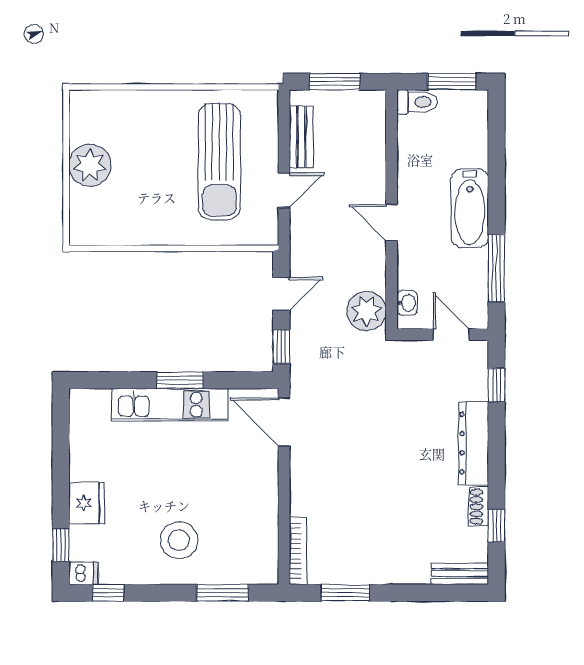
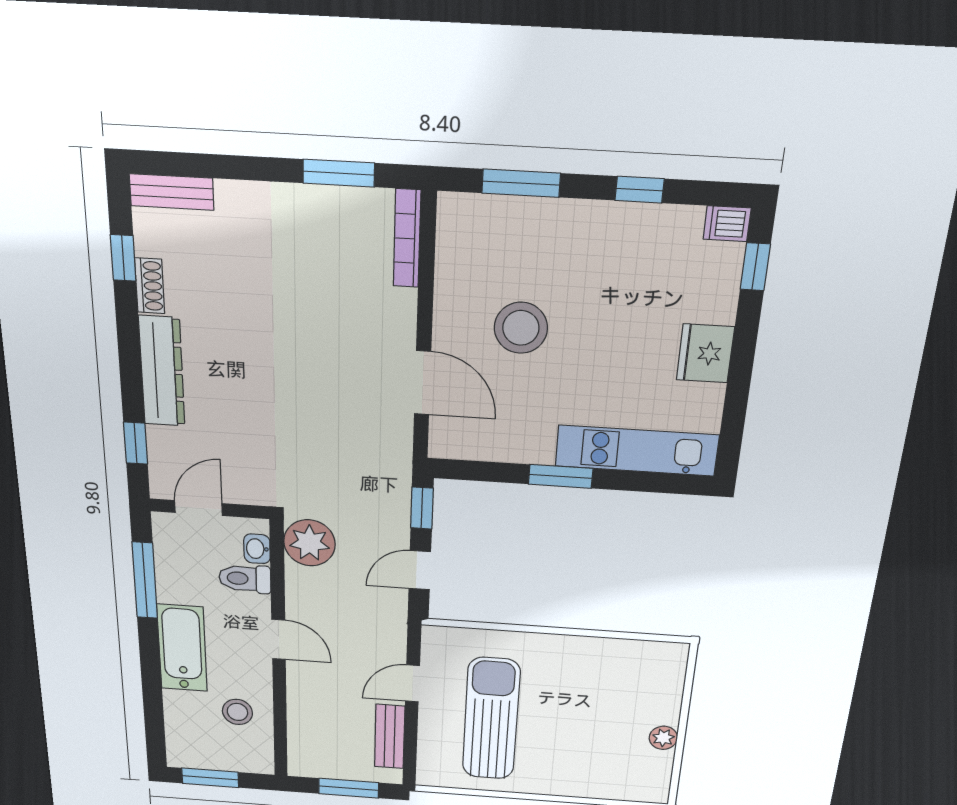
toilet: (417, 102) -> (245, 579), moved
stool: (427, 150) -> (237, 712), added
plant: (90, 165) -> (663, 738), width x0.53, depth x0.53
door: (451, 334) -> (198, 508), swing flipped
kitchen unit: (170, 405) -> (637, 451), moved
door: (284, 422) -> (423, 383), moved
fridge: (87, 503) -> (705, 353), moved
stool: (179, 540) -> (521, 328), moved
window: (108, 593) -> (640, 190), moved

